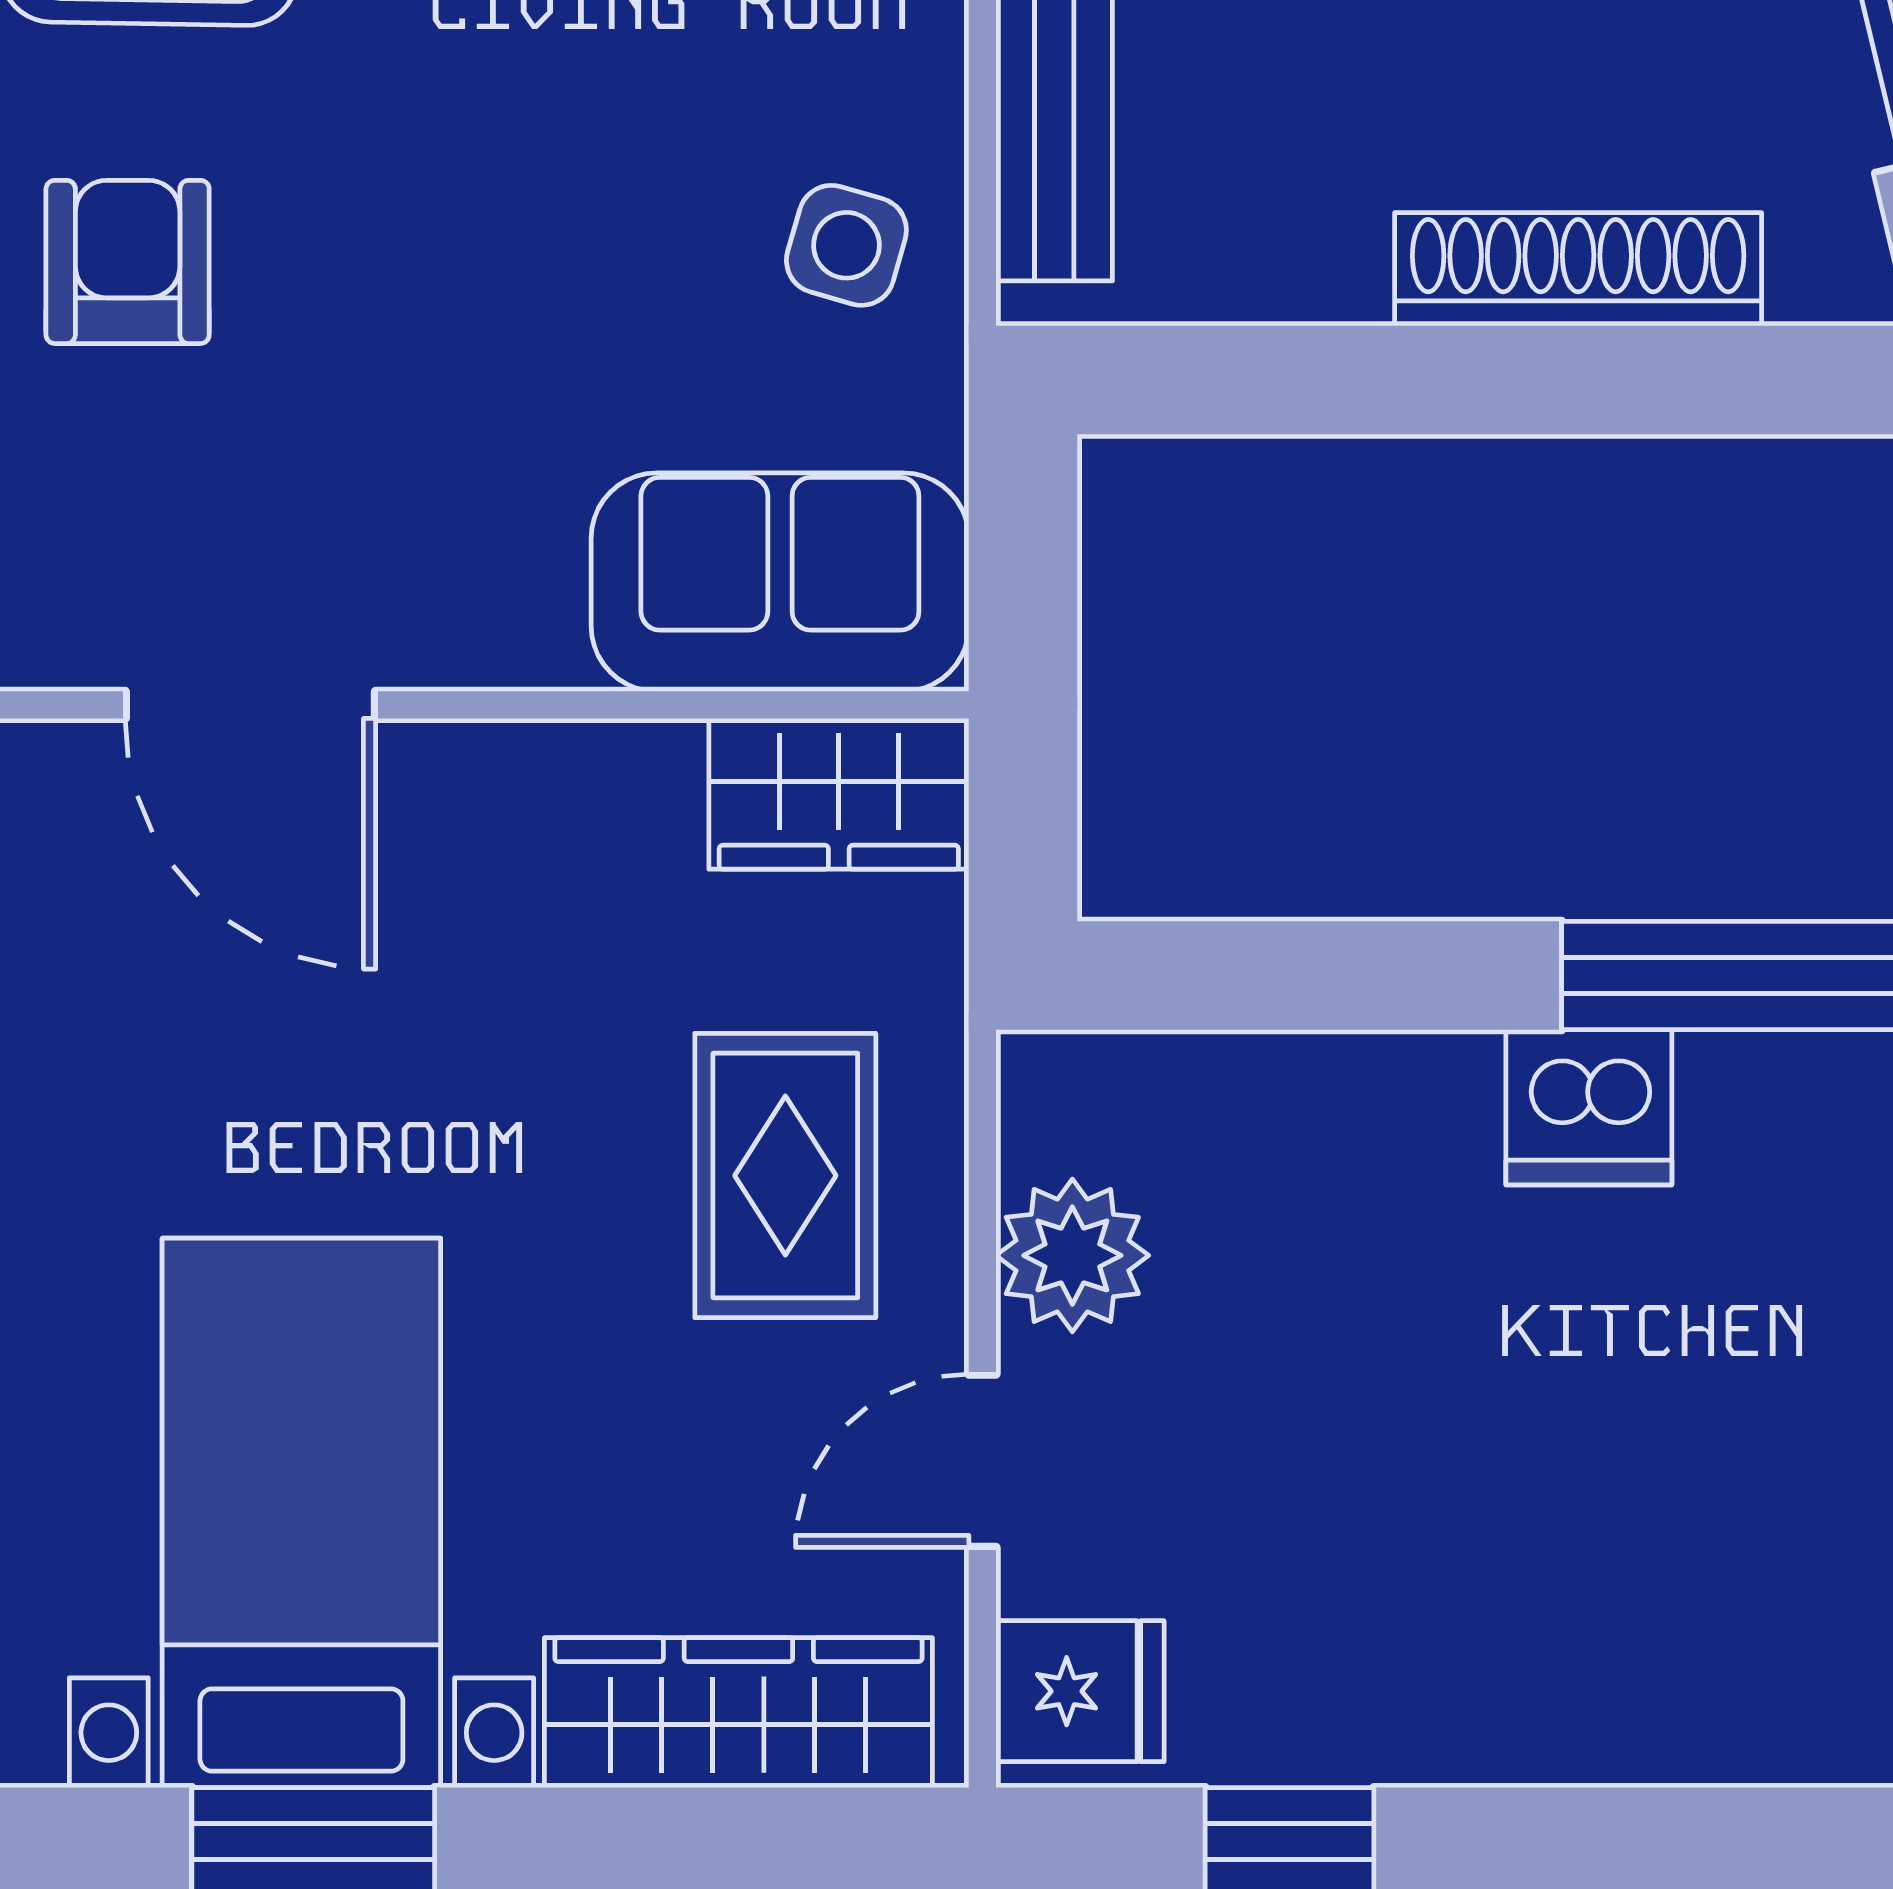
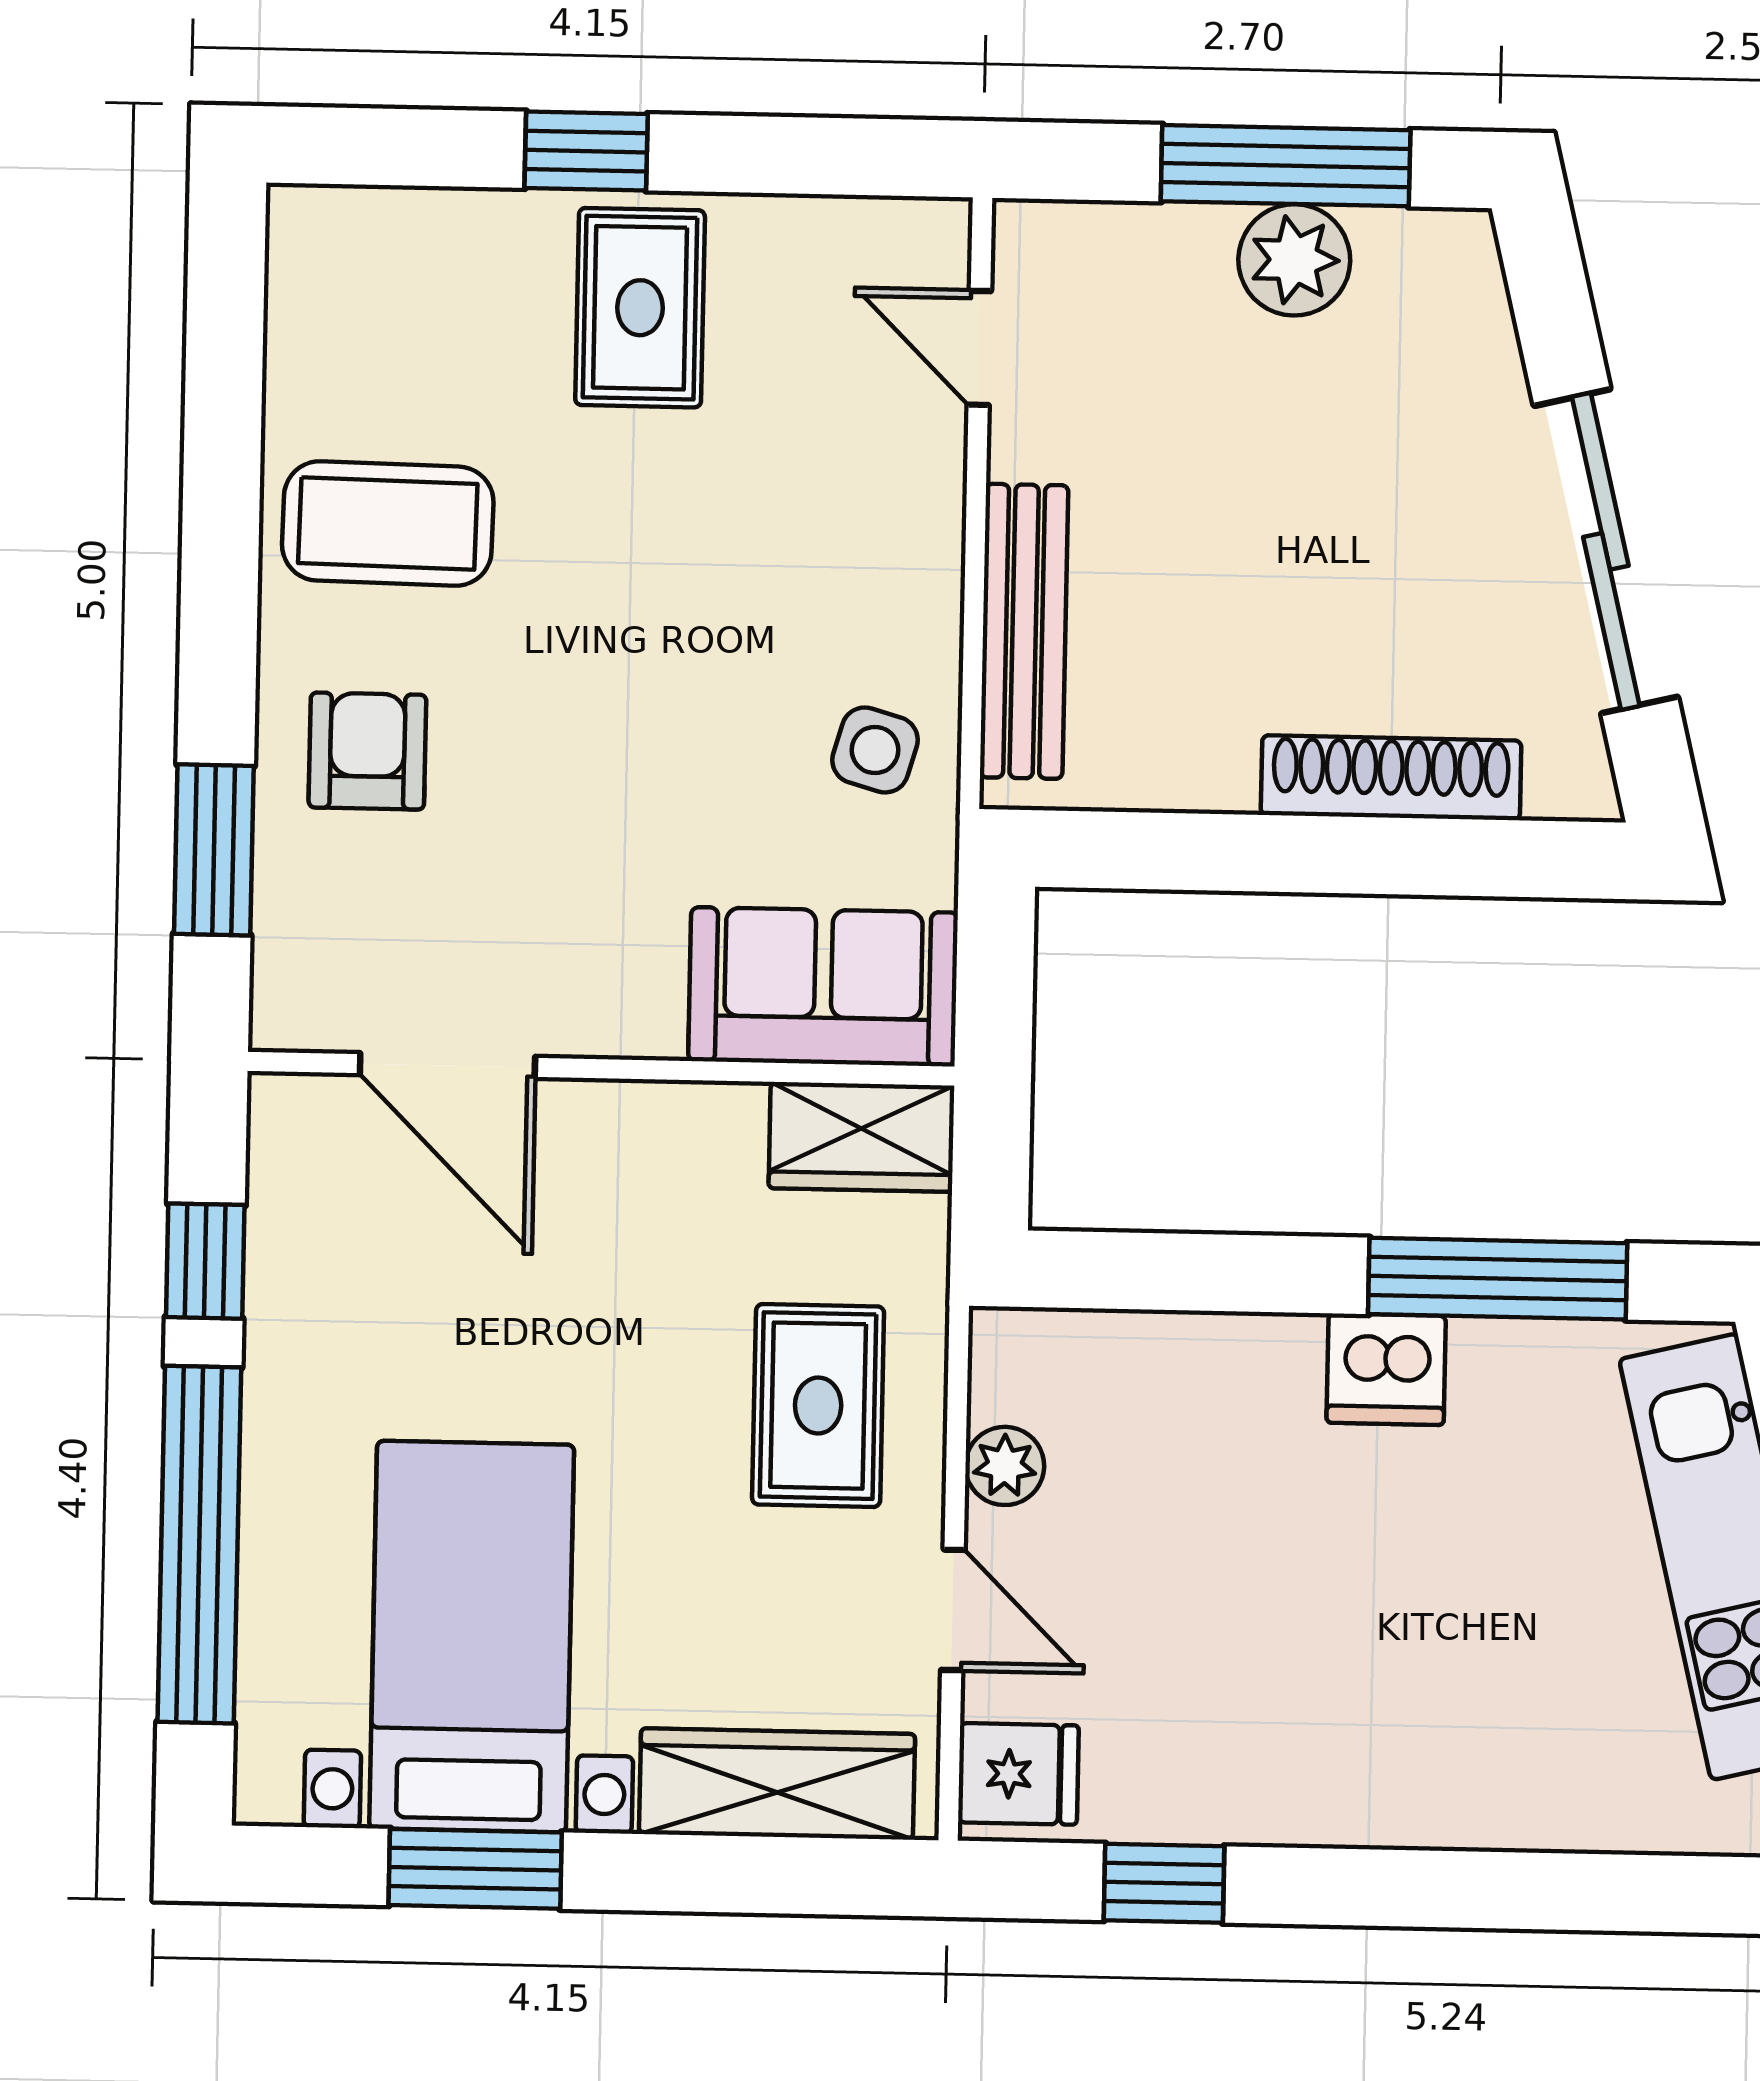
plant: (1072, 1255) -> (1005, 1466), width x0.73, depth x0.73
door: (982, 1461) -> (953, 1610), swing flipped

